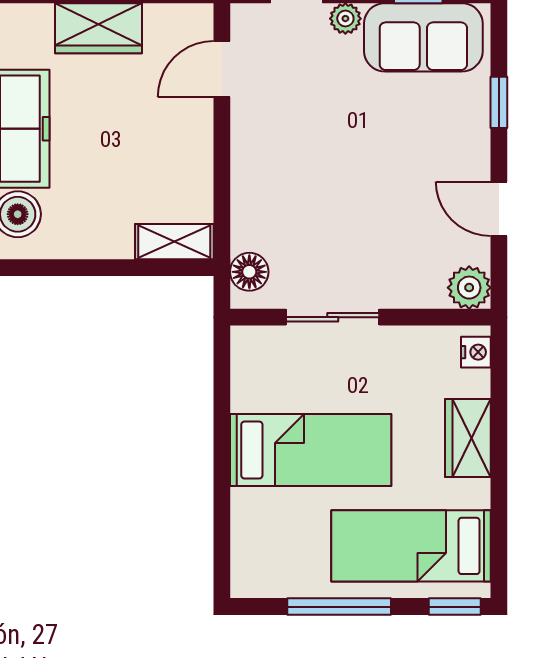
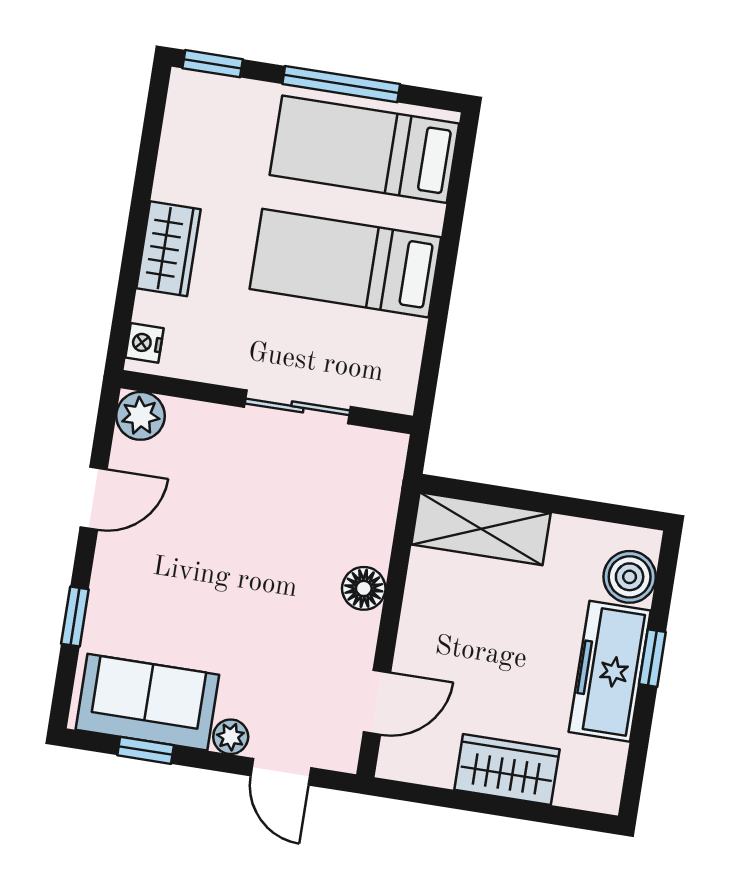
door: (499, 209) -> (94, 498), hinge flipped
shelving: (174, 242) -> (481, 529), width x1.50, depth x1.33
floor lamp: (249, 272) -> (364, 588), moved
bed: (411, 546) -> (364, 149), moved, turned 180

